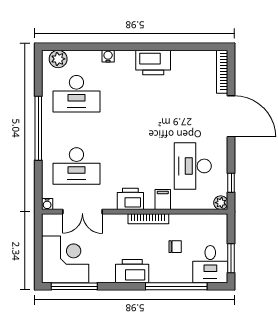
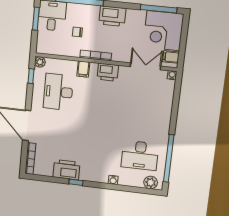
window: (158, 47) -> (76, 182), added
printer: (153, 63) -> (66, 170), moved
desk: (76, 94) -> (140, 155), turned 180
window: (38, 128) -> (169, 158), moved
desk: (76, 166) -> (146, 102), removed
desk: (193, 166) -> (58, 92), turned 180
filing cabinet: (51, 227) -> (171, 57), added

